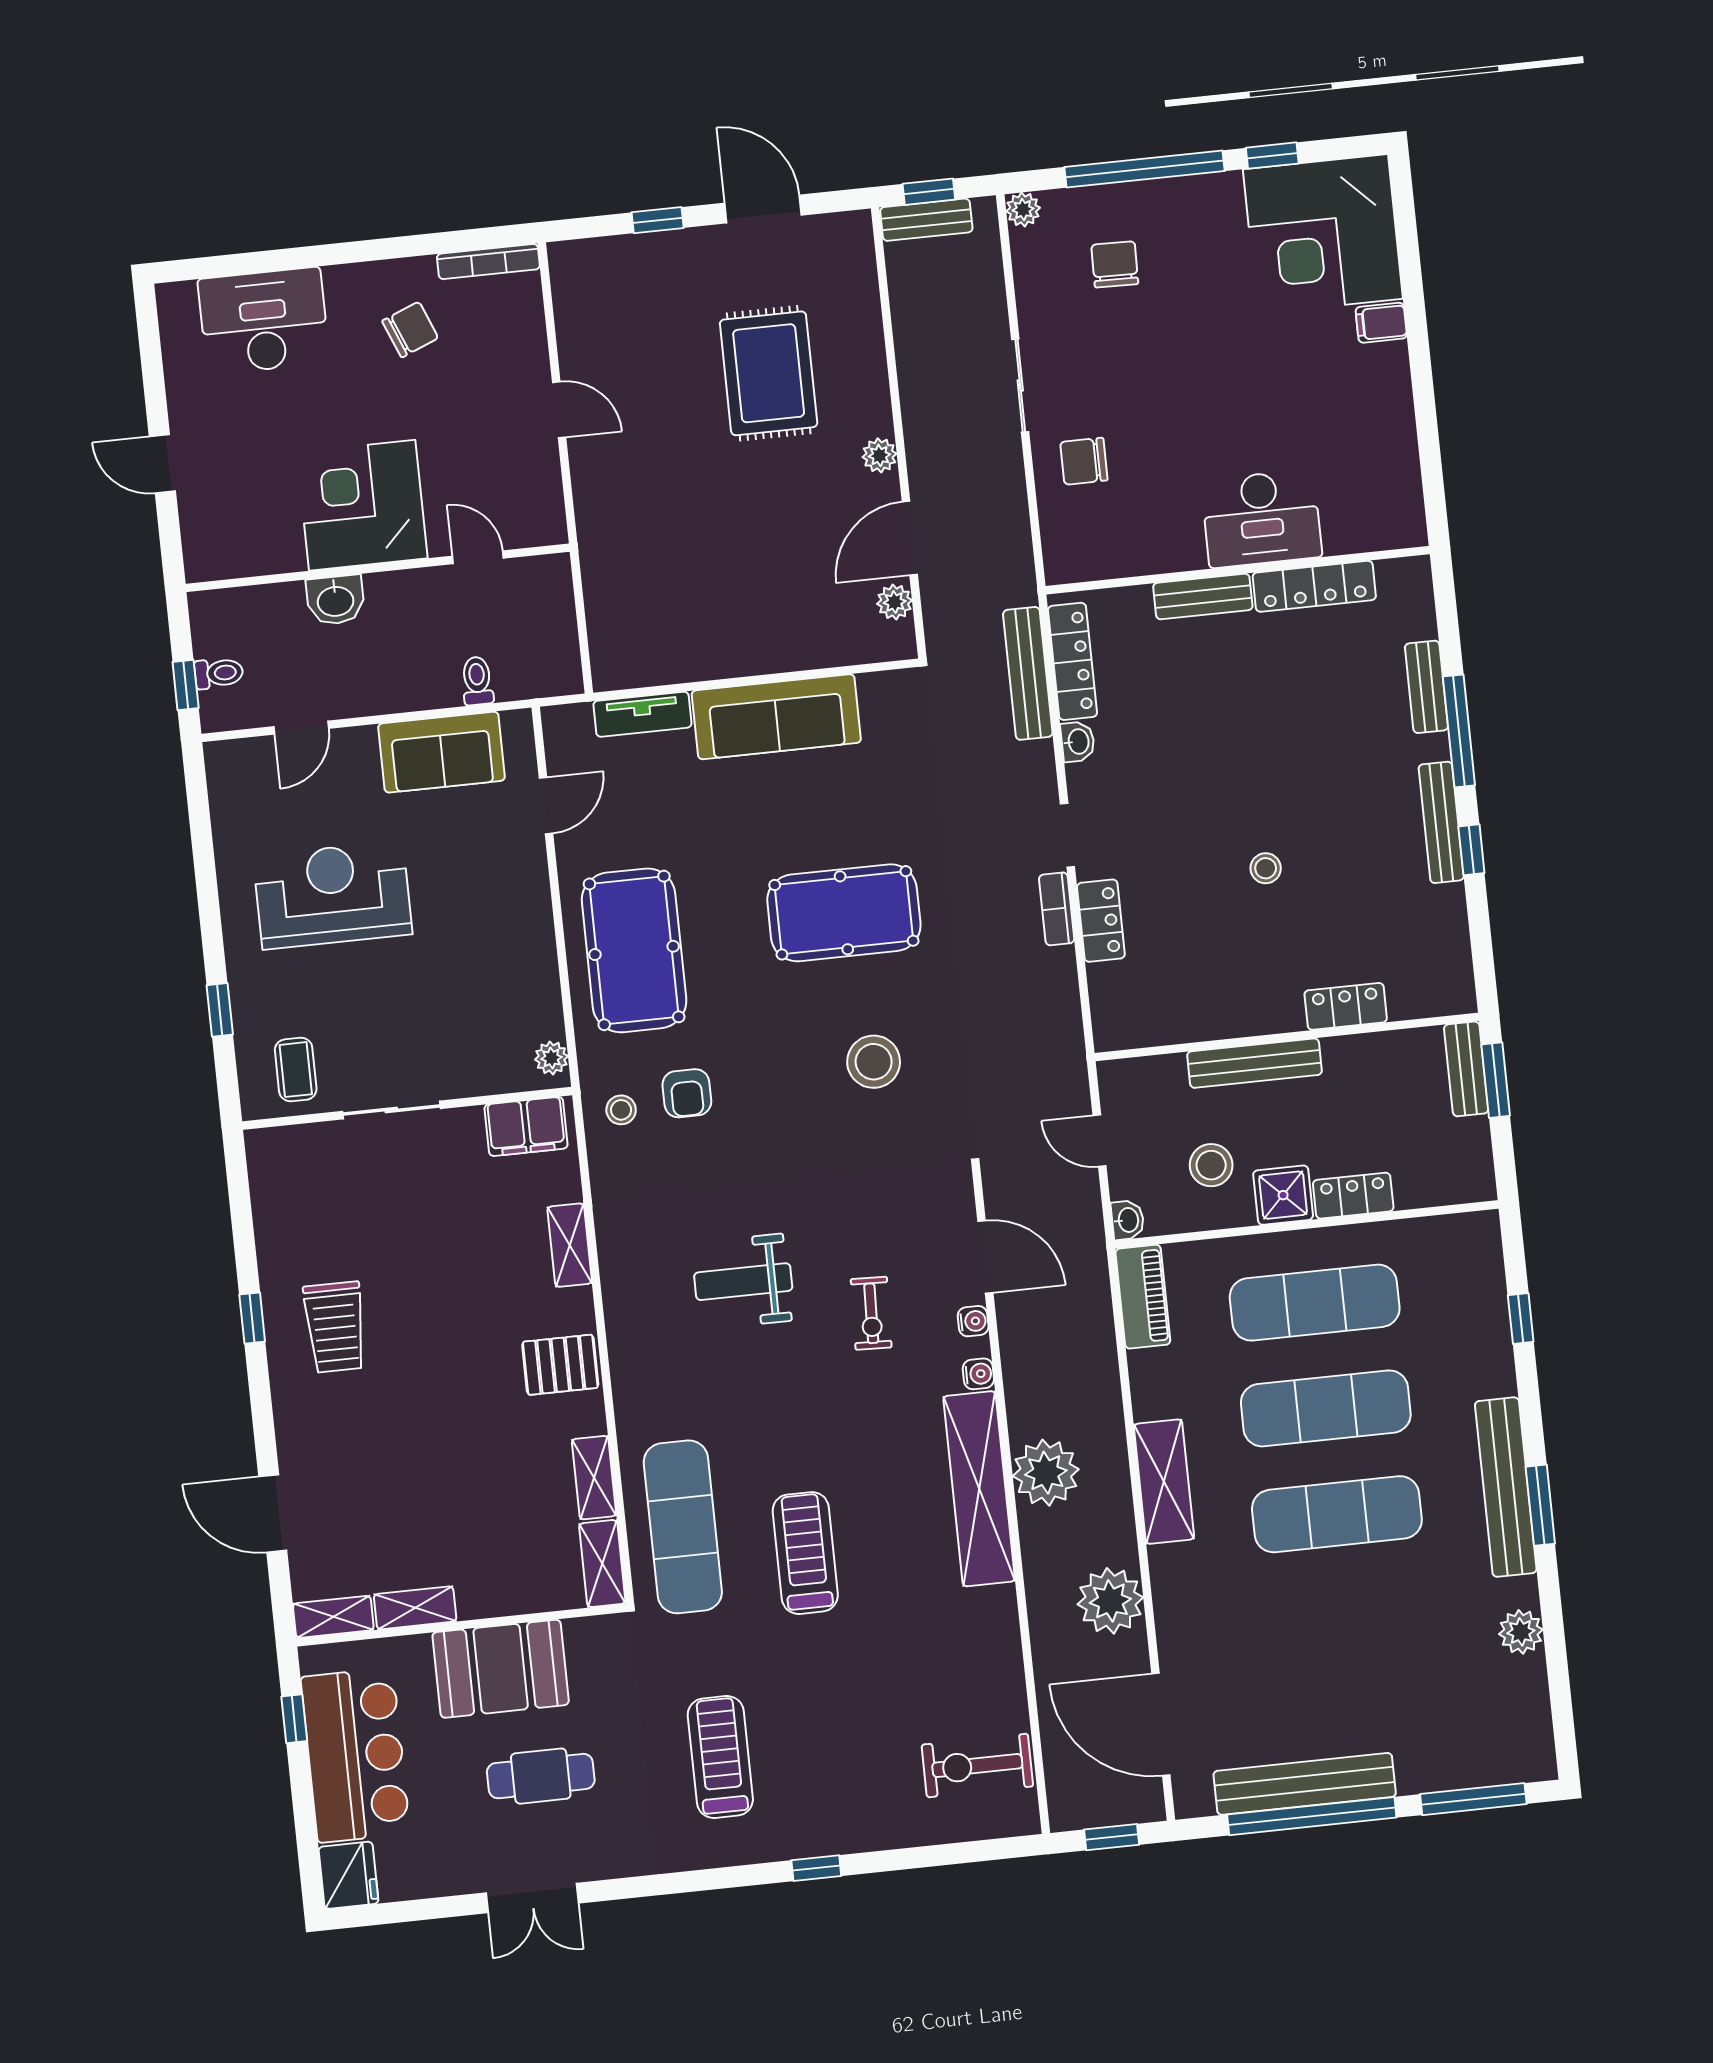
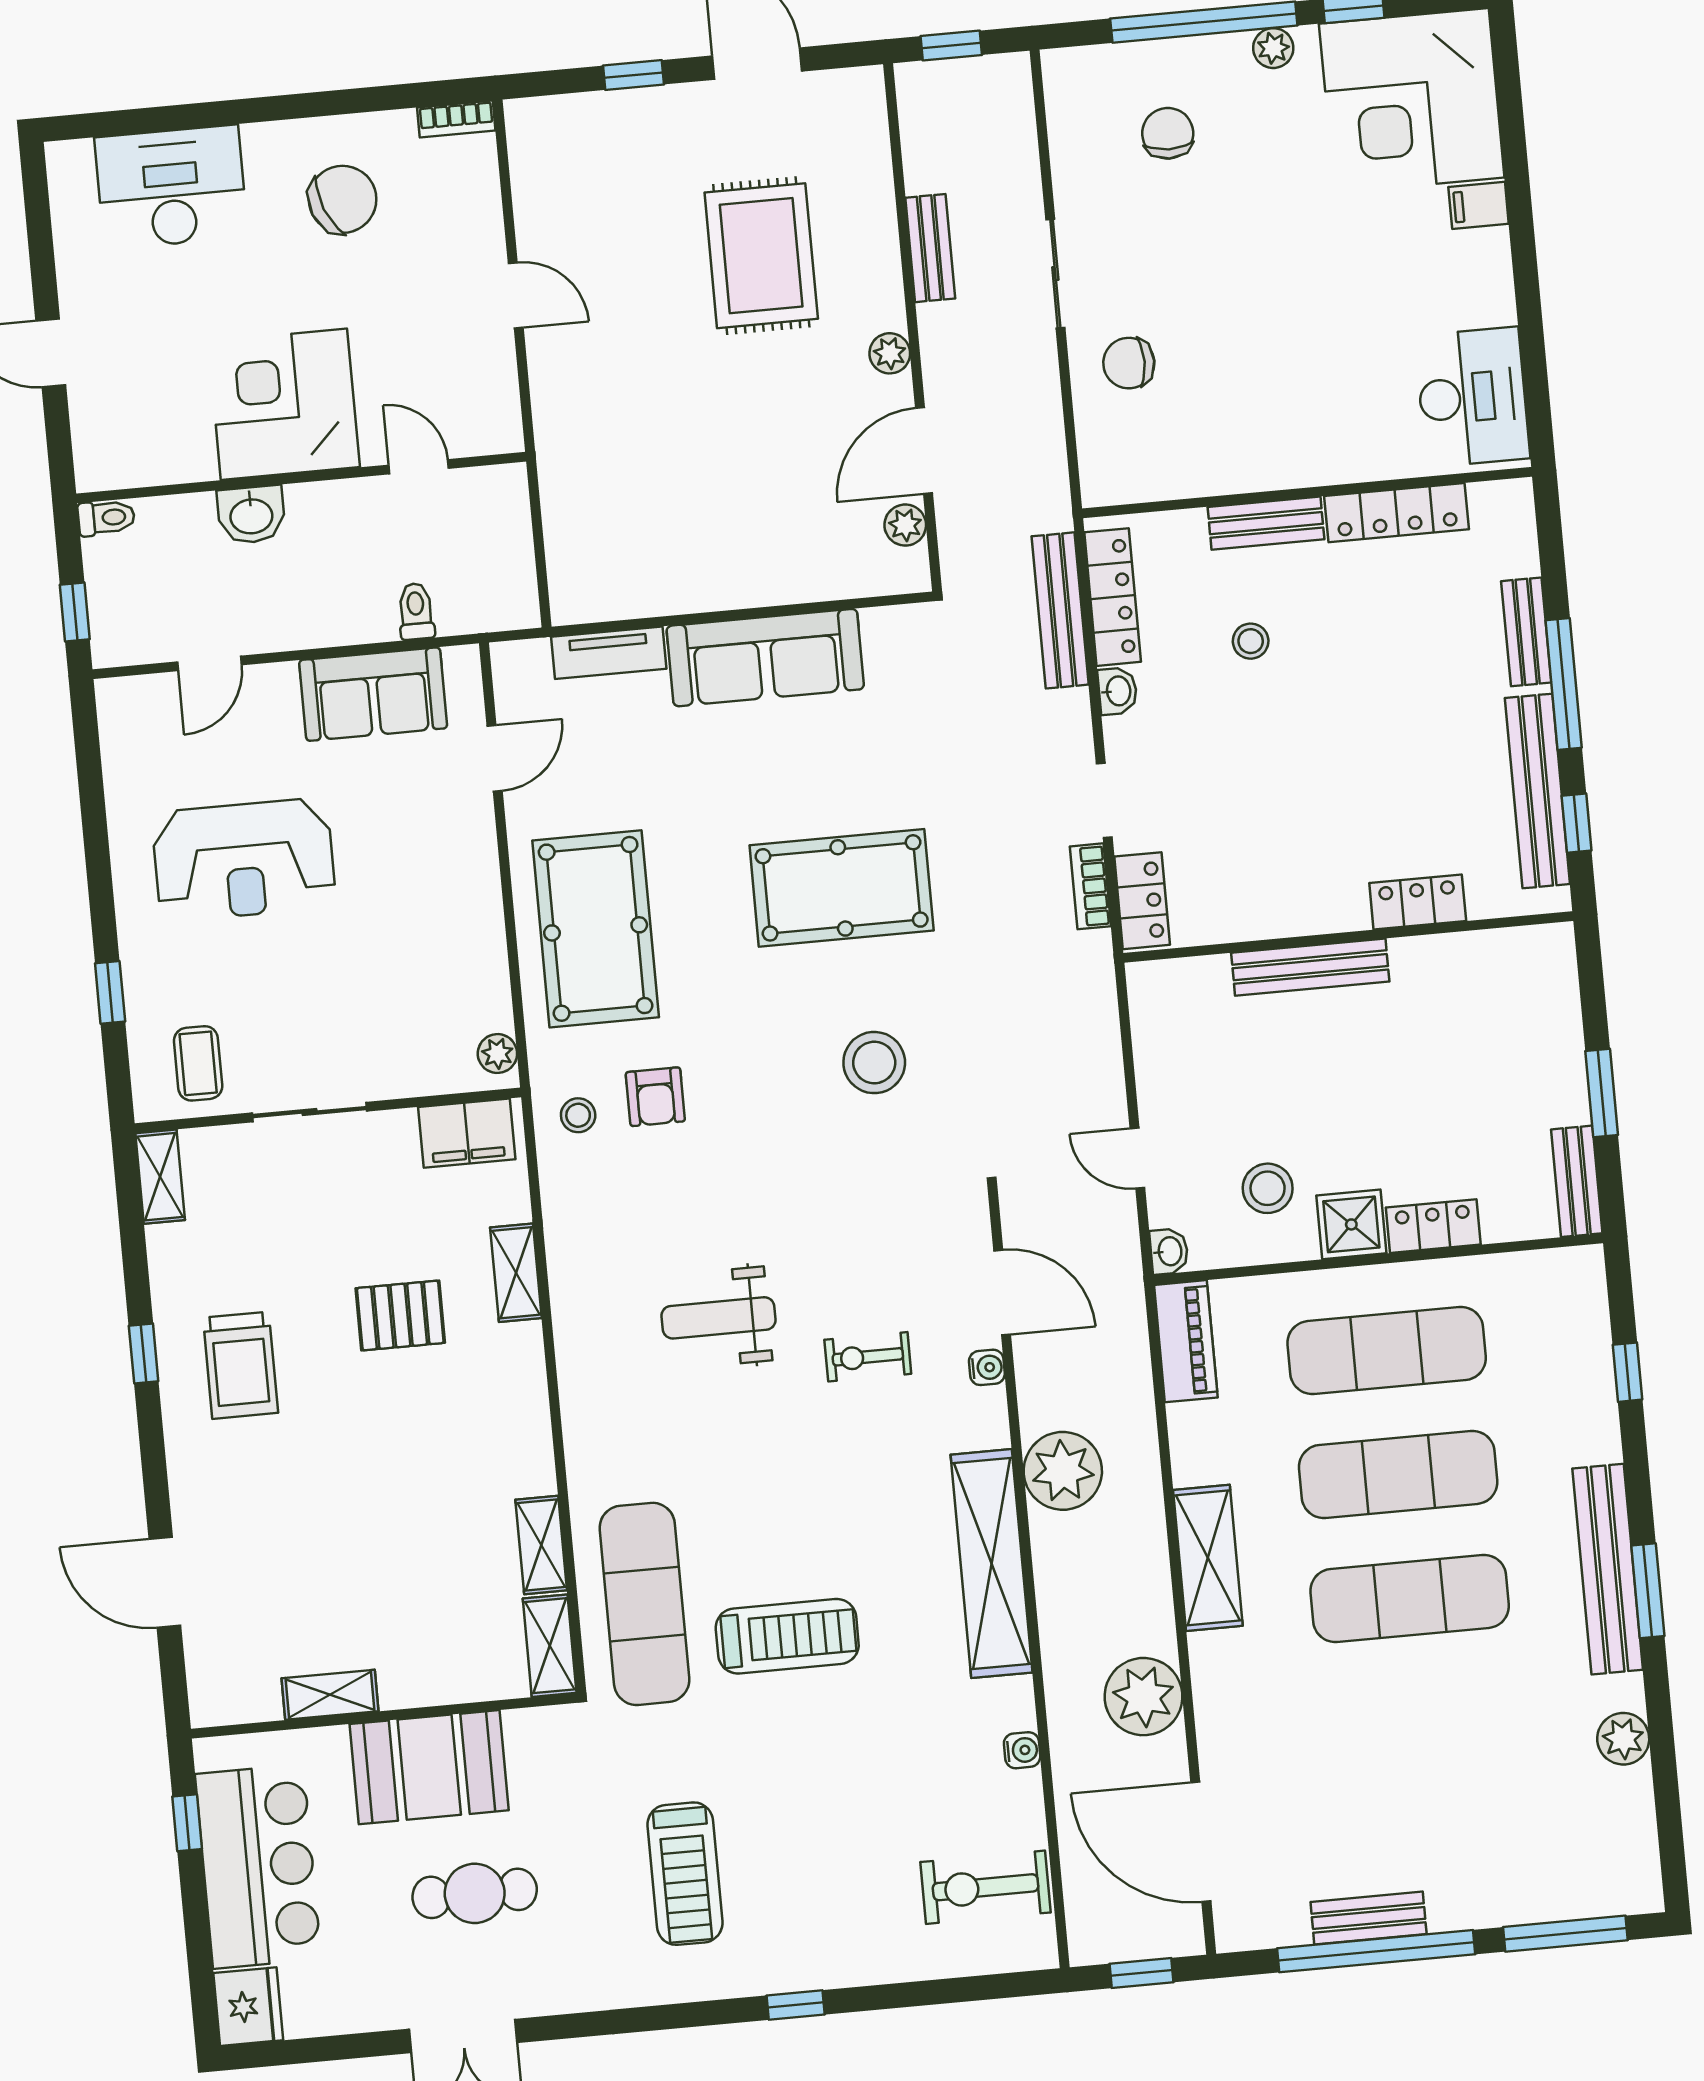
plant: (1023, 210) -> (1273, 48), moved
bench: (926, 220) -> (930, 248), moved, turned 90
bookcase: (488, 262) -> (456, 119), width x0.64
chair: (410, 329) -> (343, 199), width x1.37, depth x1.37
desk: (1262, 519) -> (1472, 397), moved, turned -90
toilet: (219, 673) -> (106, 518), moved
bench: (1441, 822) -> (1537, 791), width x1.37, depth x1.21
stool: (1266, 868) -> (1251, 641), moved
reception desk: (333, 895) -> (244, 860), turned 180
locker: (1346, 1006) -> (1418, 902), moved
wall: (1287, 1037) -> (1348, 937), moved
bench: (1254, 1063) -> (1310, 967), moved
bench: (1466, 1069) -> (1577, 1181), moved
exercise bike: (871, 1313) -> (868, 1357), turned 88
pallet: (560, 1365) -> (400, 1316), moved
water cooler: (978, 1374) -> (1022, 1750), moved
plant: (1046, 1473) -> (1063, 1471), moved
treadmill: (805, 1553) -> (787, 1636), turned 90
shelving: (333, 1617) -> (160, 1177), moved, turned 90
treadmill: (720, 1757) -> (685, 1874), turned 180
bench: (1305, 1784) -> (1369, 1918), width x0.54, depth x0.82

